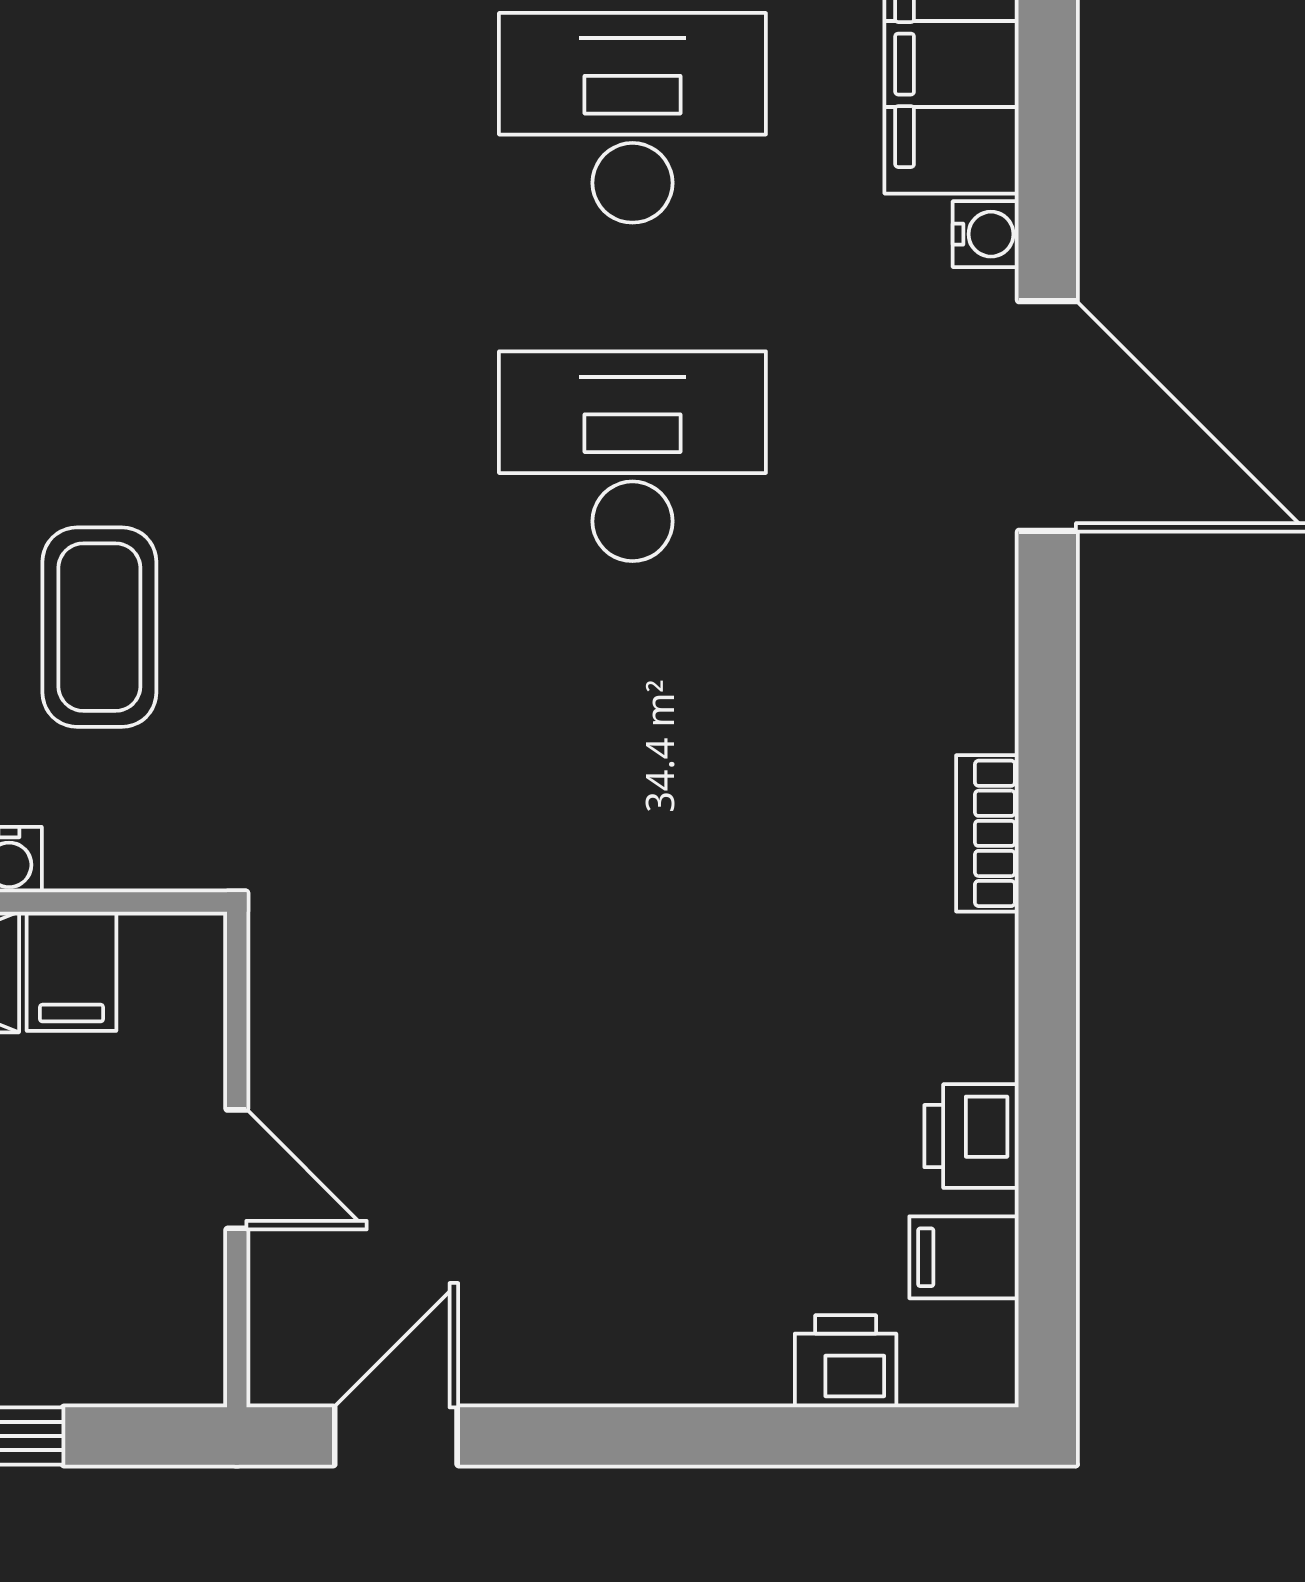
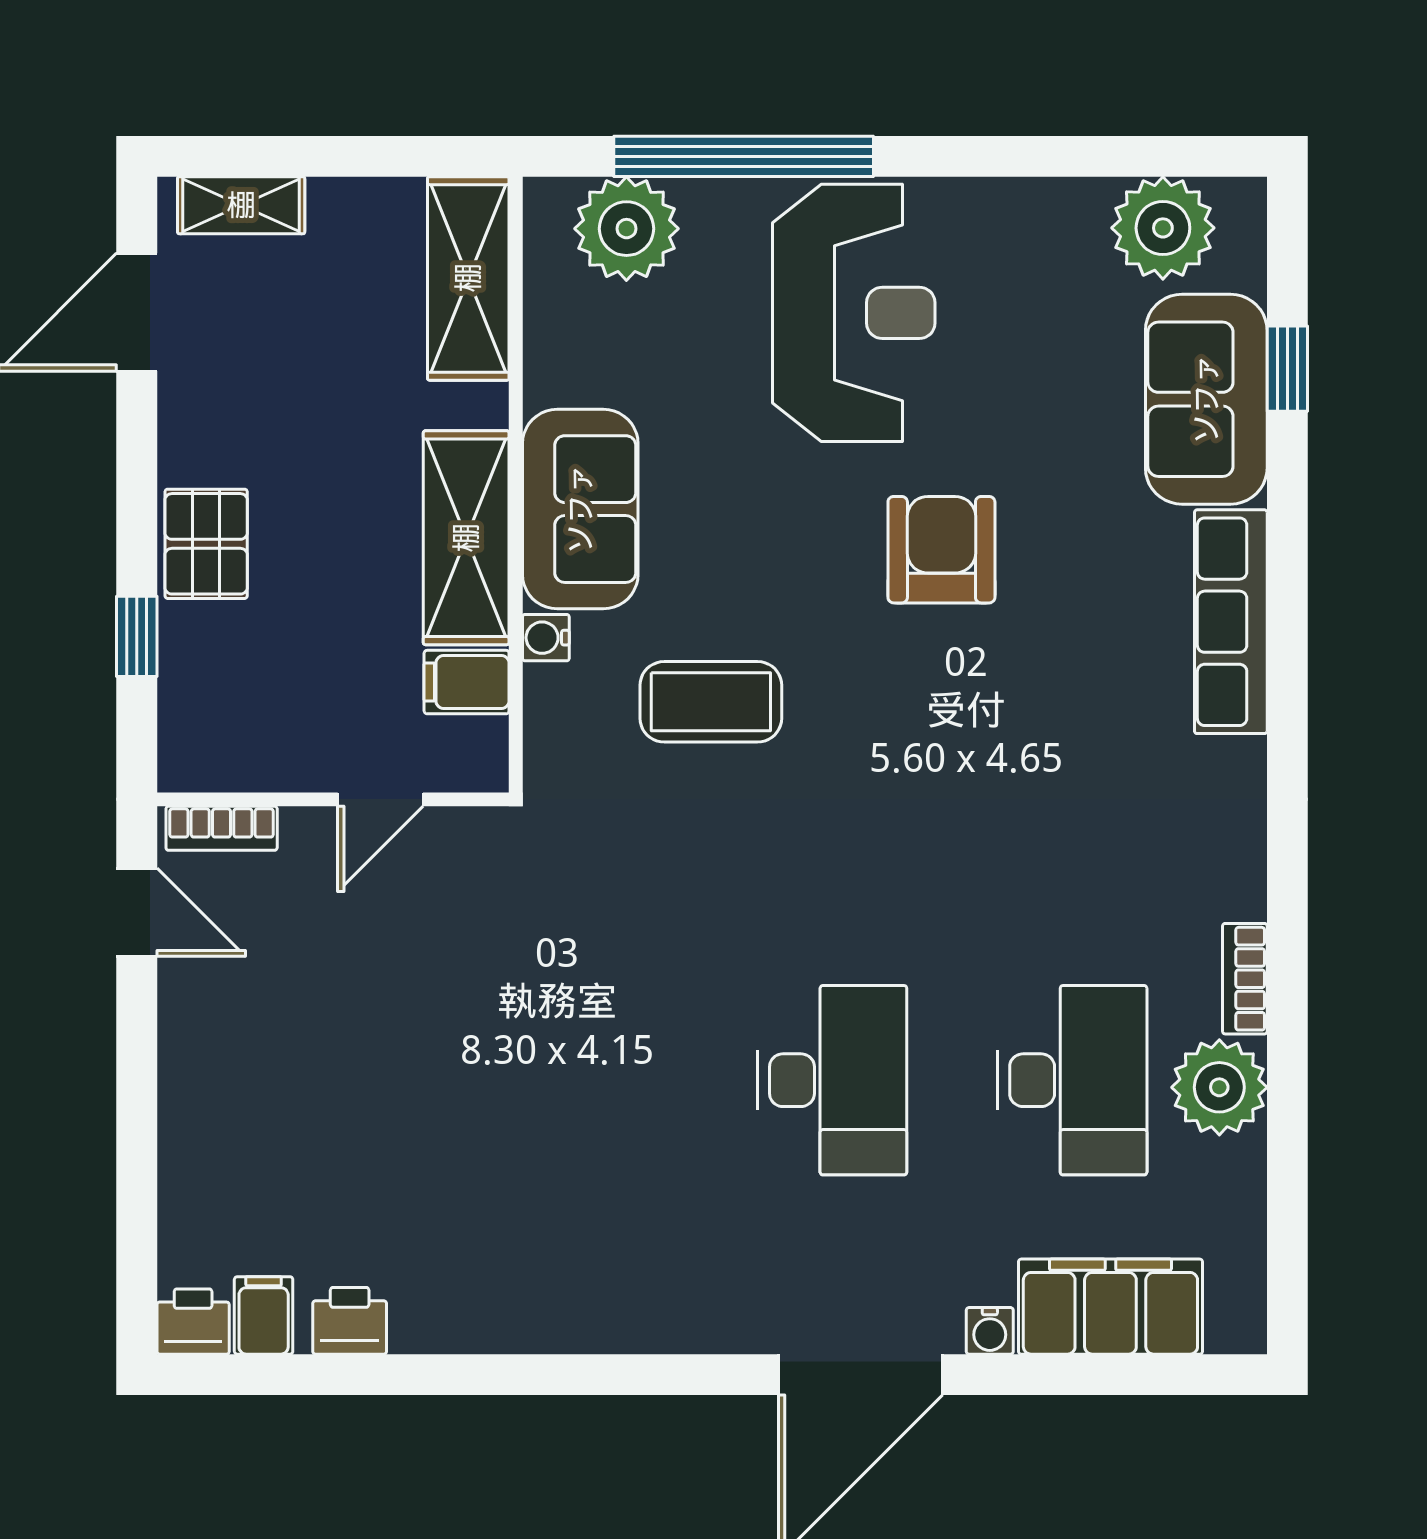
bookcase: (987, 833) -> (222, 828), moved, turned 180
door: (237, 1169) -> (380, 799), moved
printer: (846, 1361) -> (193, 1322), moved, turned -90

